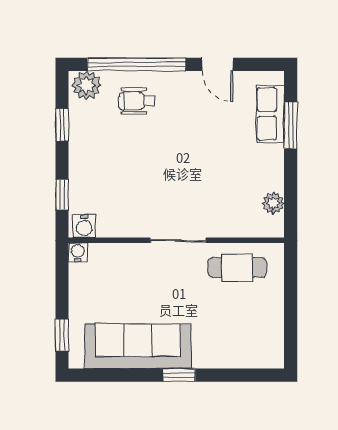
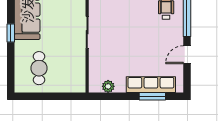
row of seats: (270, 114) -> (151, 85), width x1.48
cafe table: (237, 268) -> (39, 68), moved

